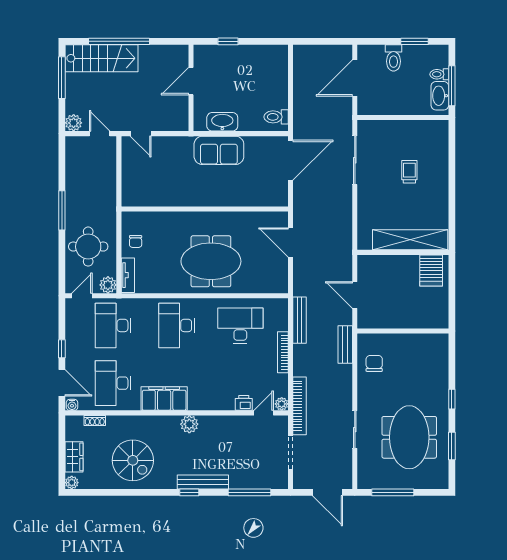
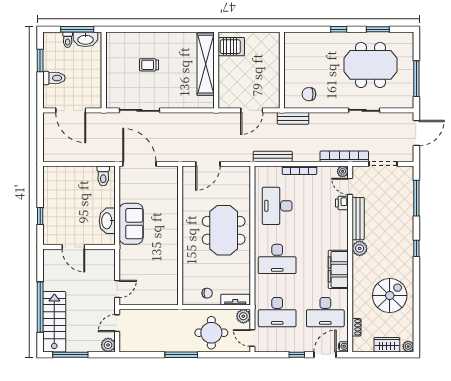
bench: (203, 482) -> (358, 219), moved

